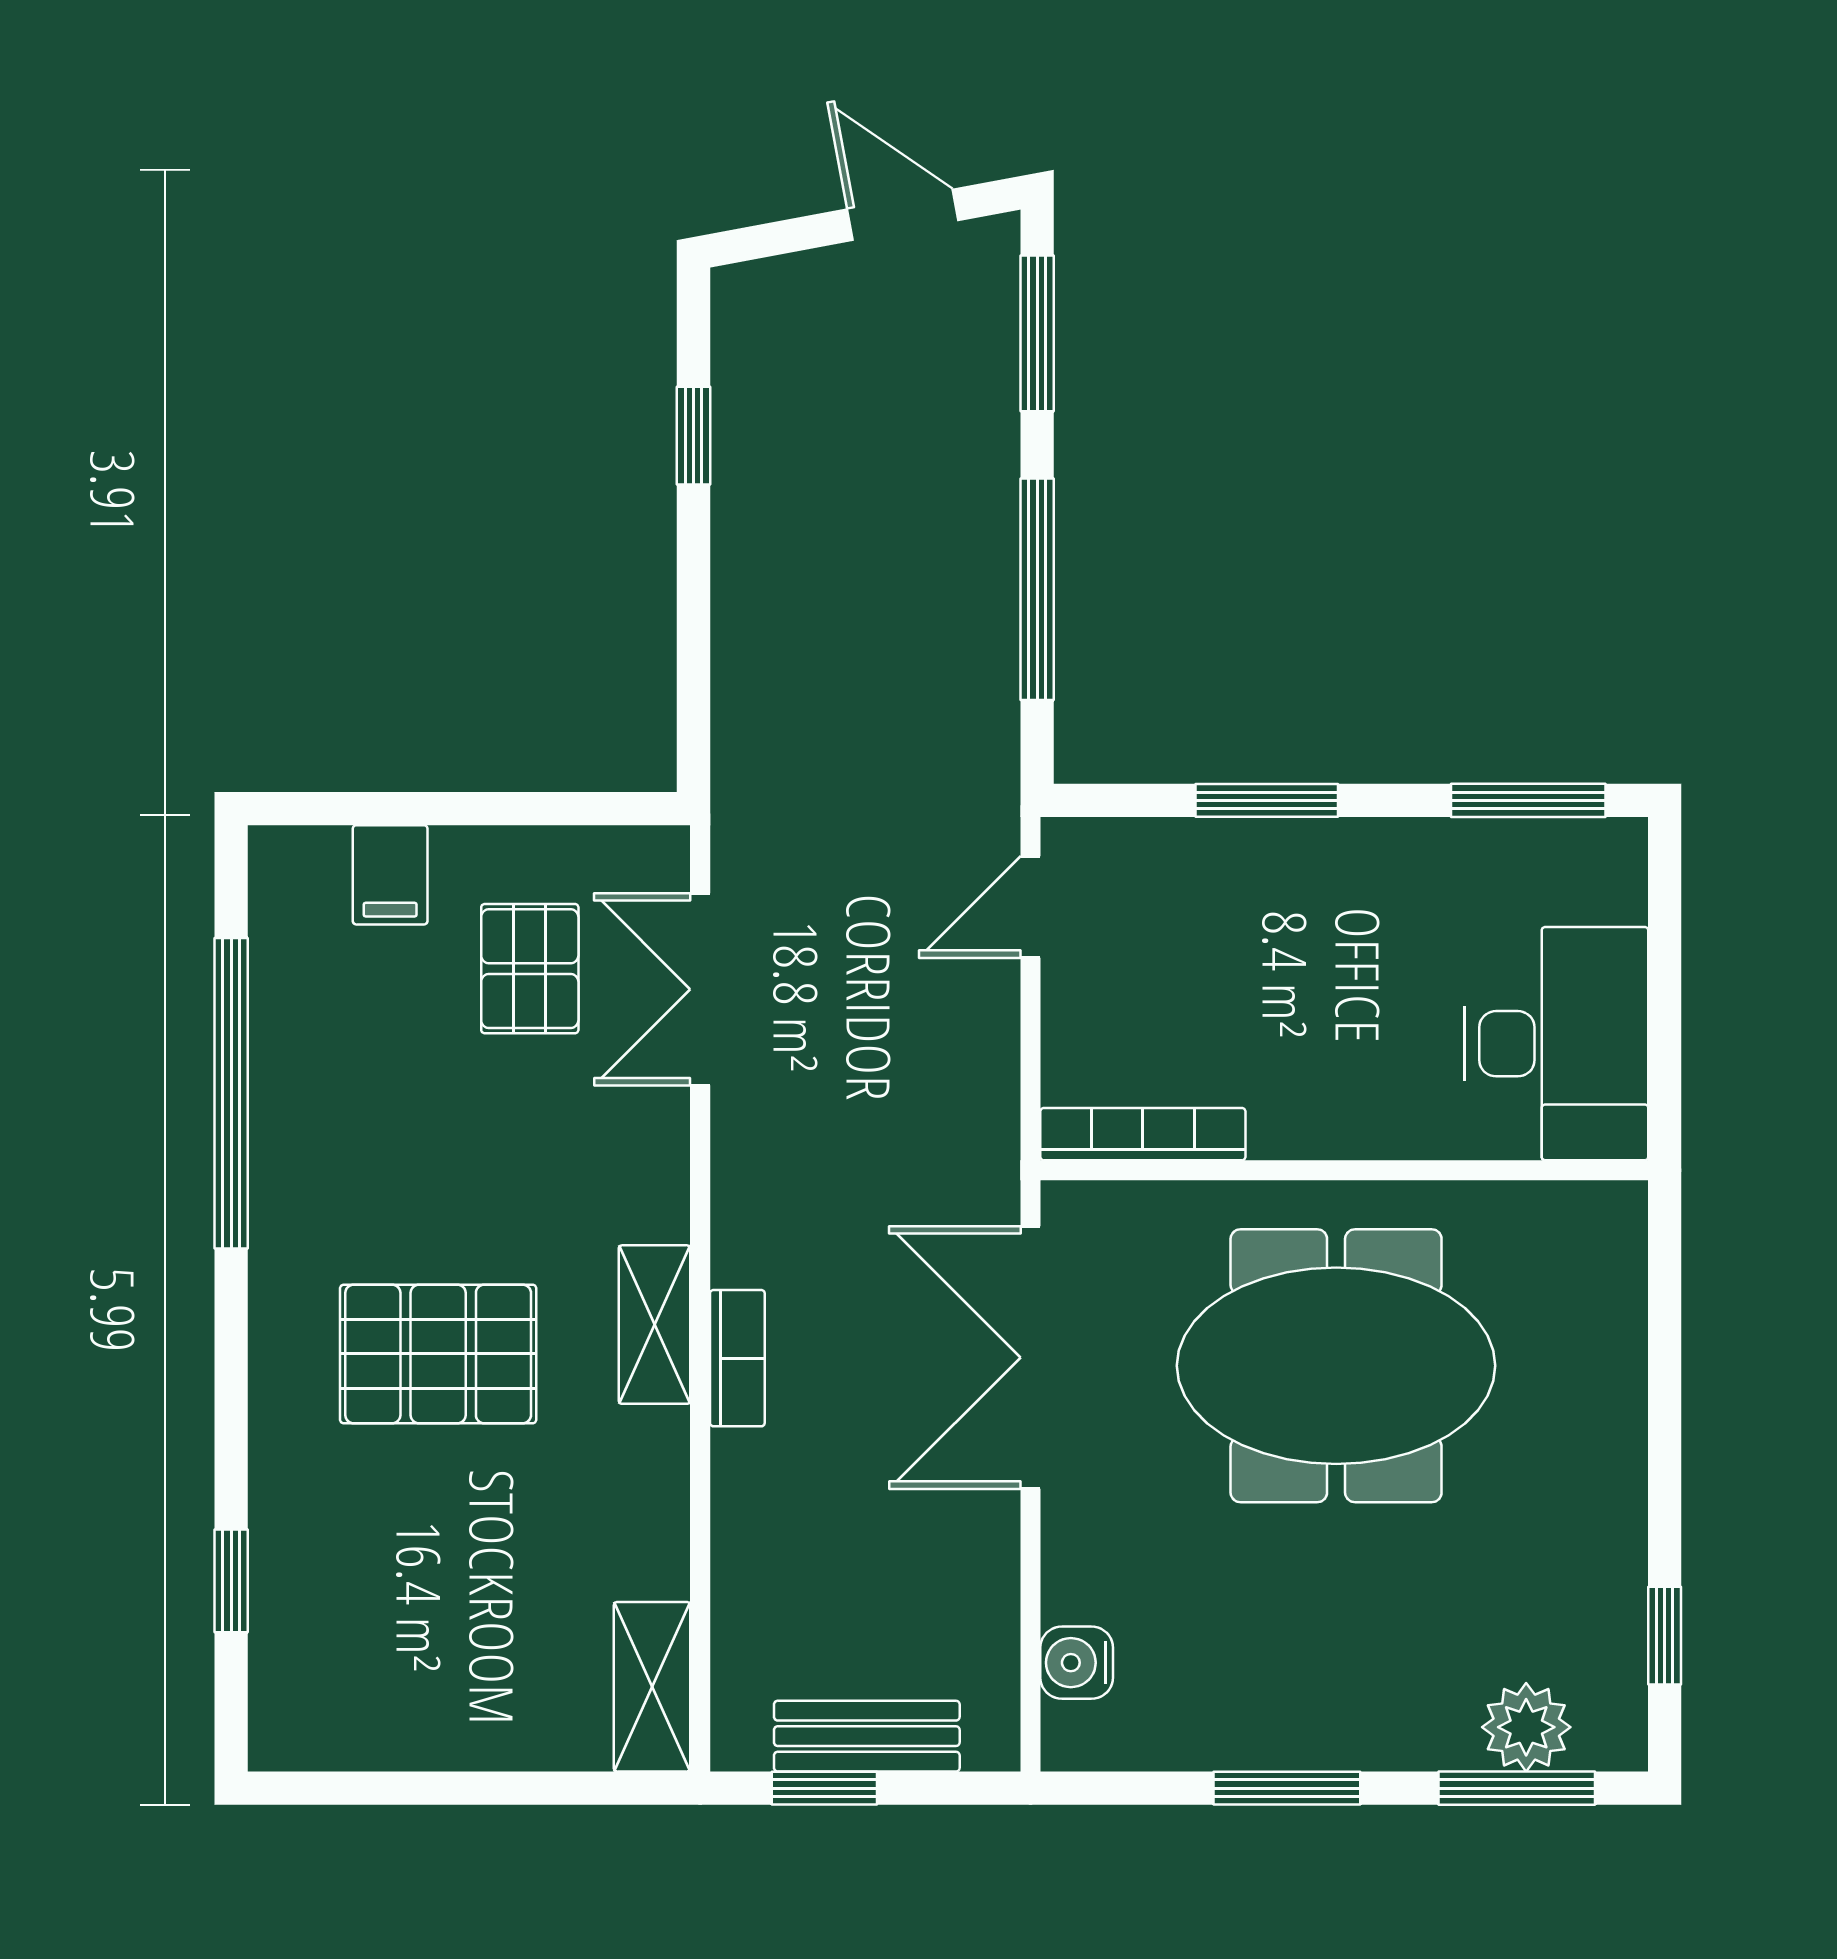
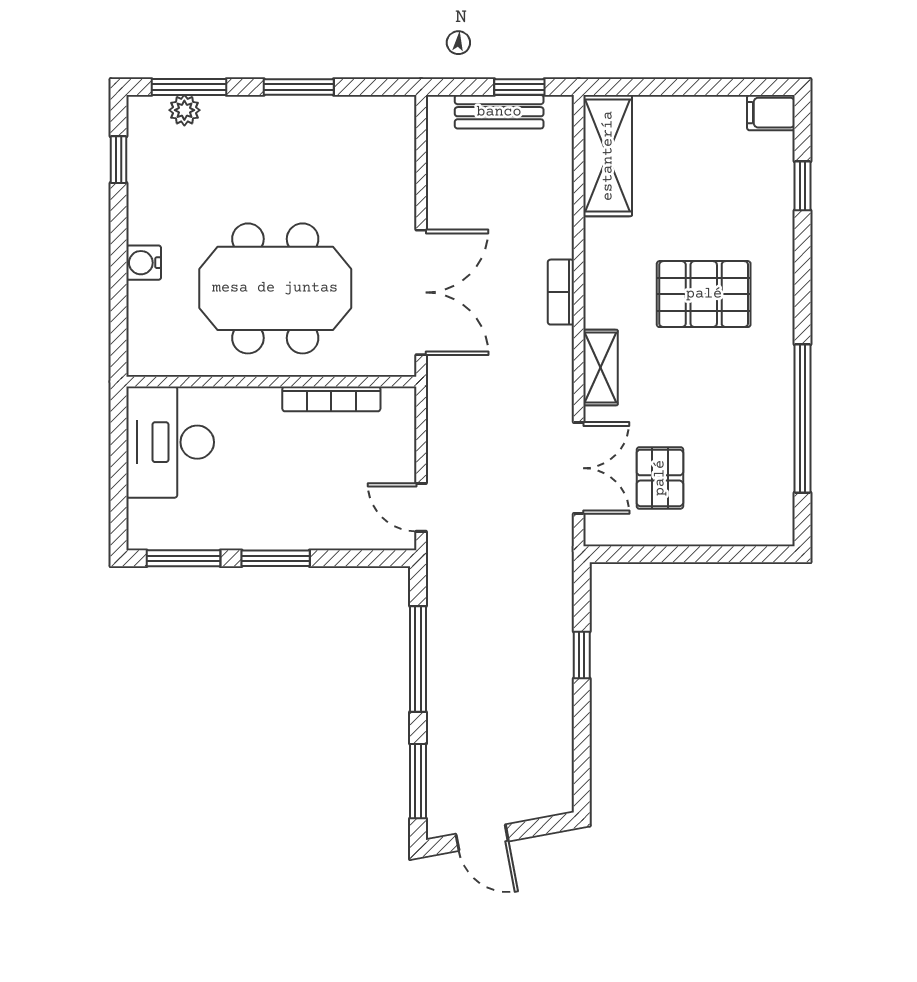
window: (694, 436) -> (582, 655), moved
window: (1267, 800) -> (276, 558), moved
filing cabinet: (390, 875) -> (771, 113), moved, turned -90
door: (1030, 907) -> (421, 507), swing flipped
bookcase: (1143, 1134) -> (331, 399), moved
shelving: (654, 1325) -> (600, 368), moved
water cooler: (1077, 1663) -> (144, 263), moved, turned 180
shelving: (652, 1687) -> (608, 156), width x1.50, depth x1.33
plant: (1526, 1727) -> (184, 110), width x0.73, depth x0.73

